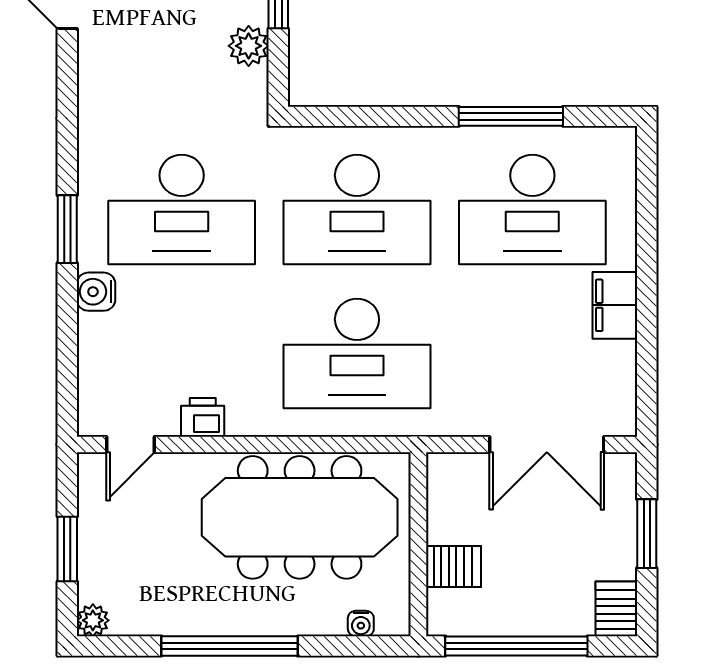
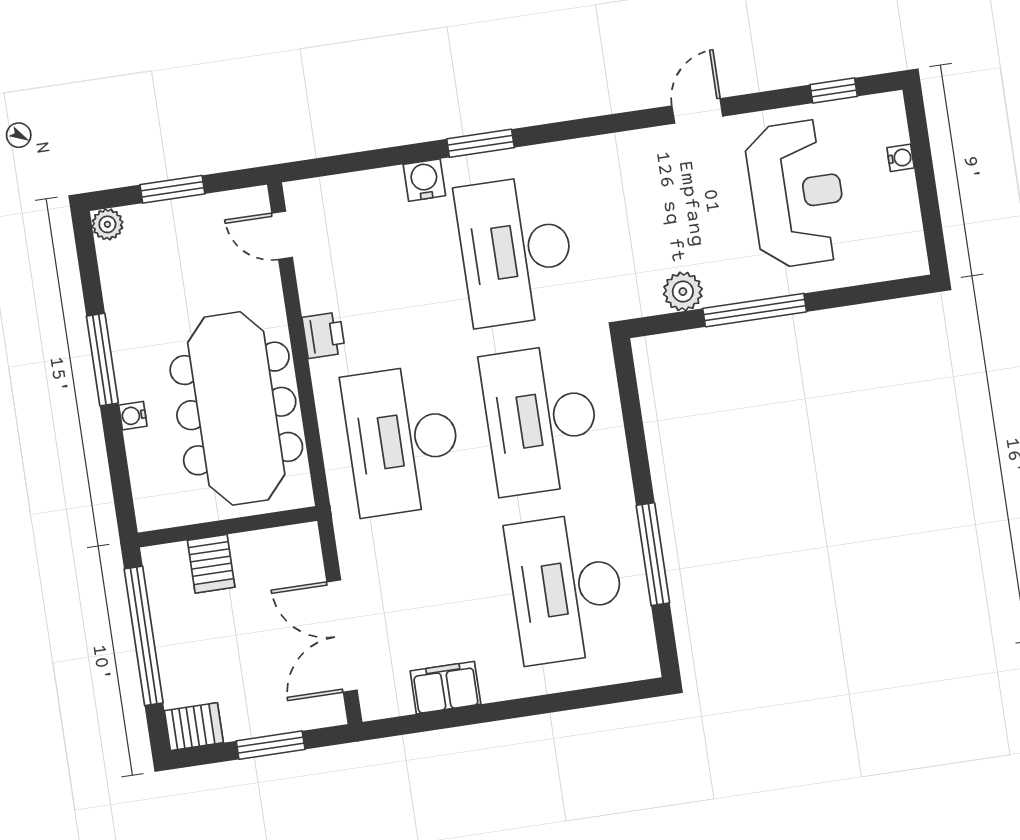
filing cabinet: (615, 305) -> (445, 688), moved
printer: (203, 417) -> (324, 335), moved
water cooler: (361, 624) -> (133, 416), moved
window: (230, 646) -> (102, 360), width x0.68

